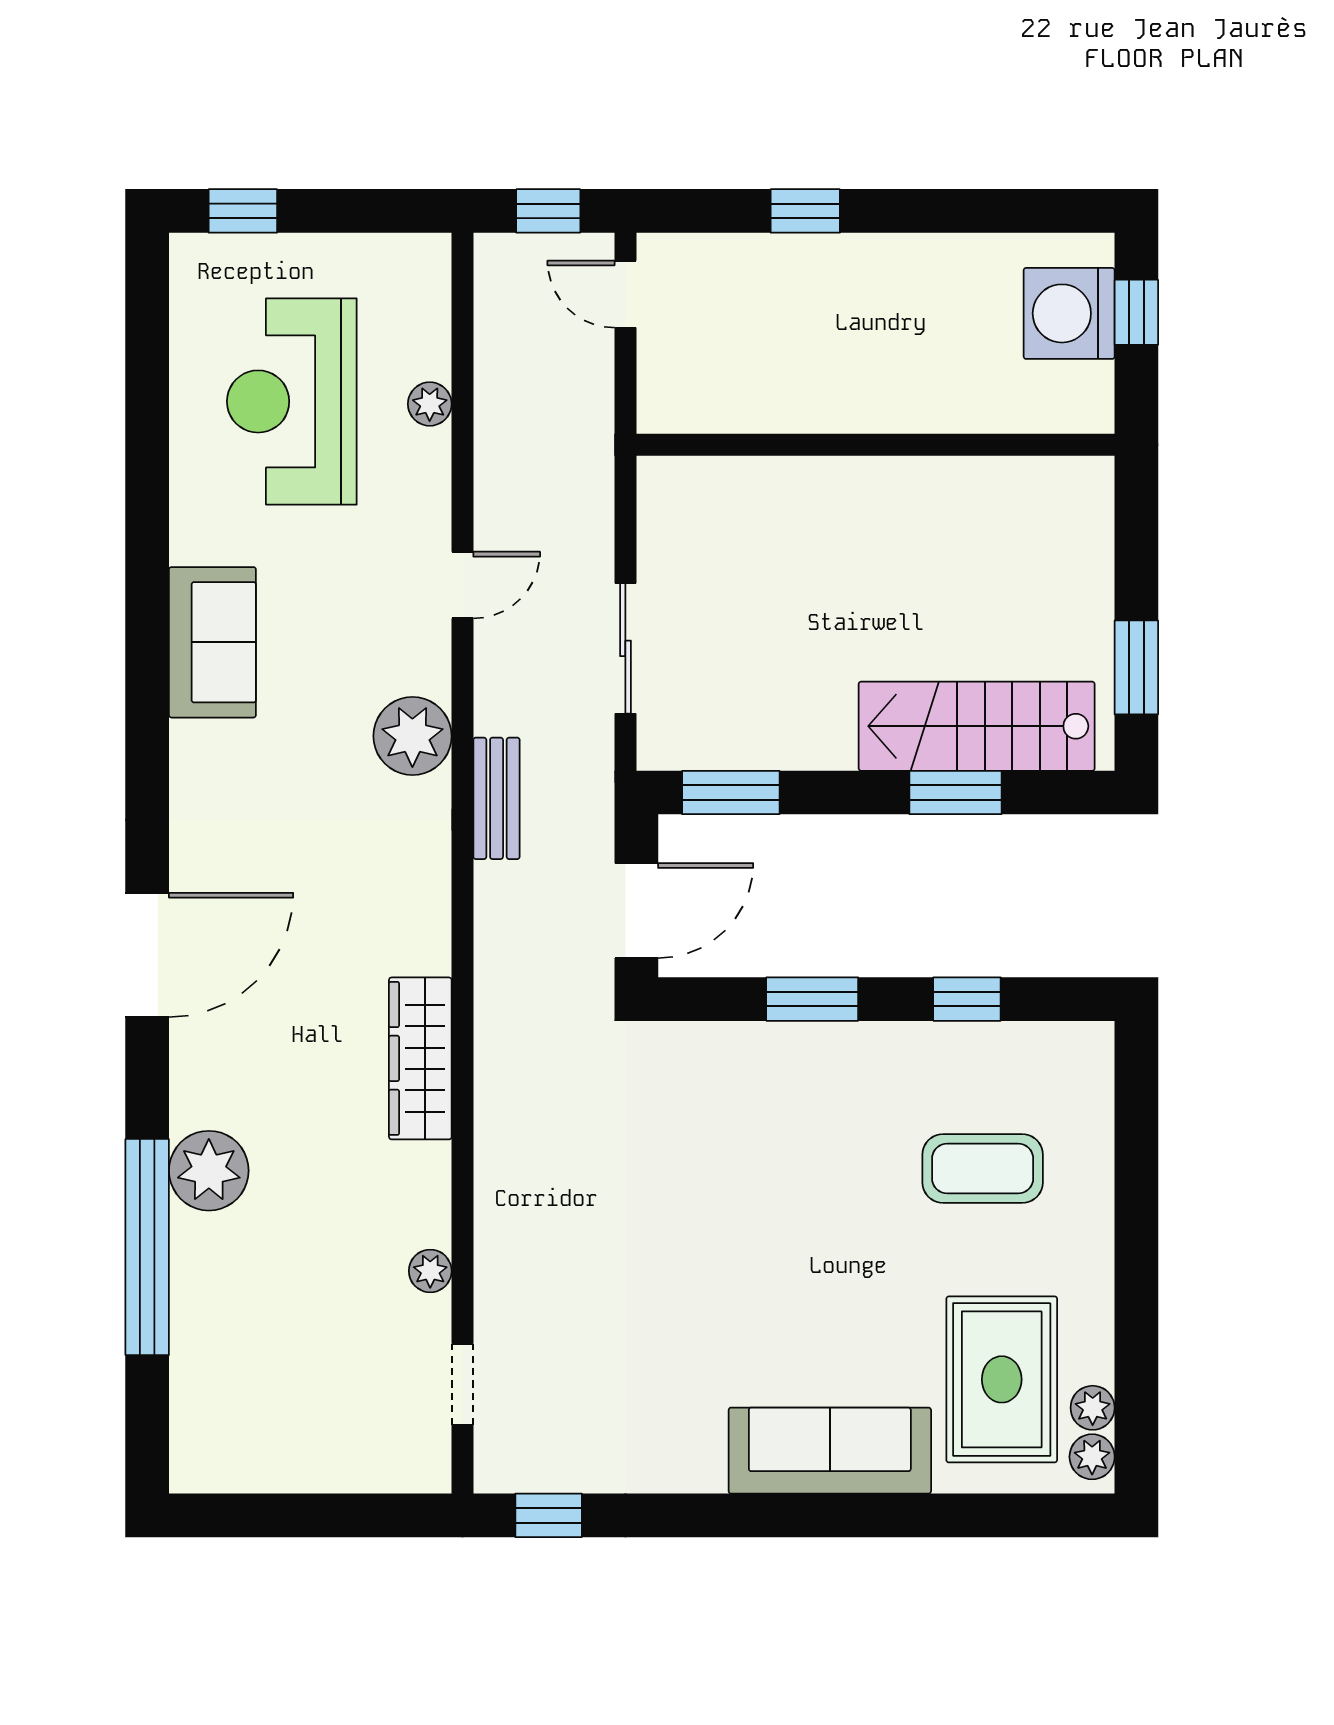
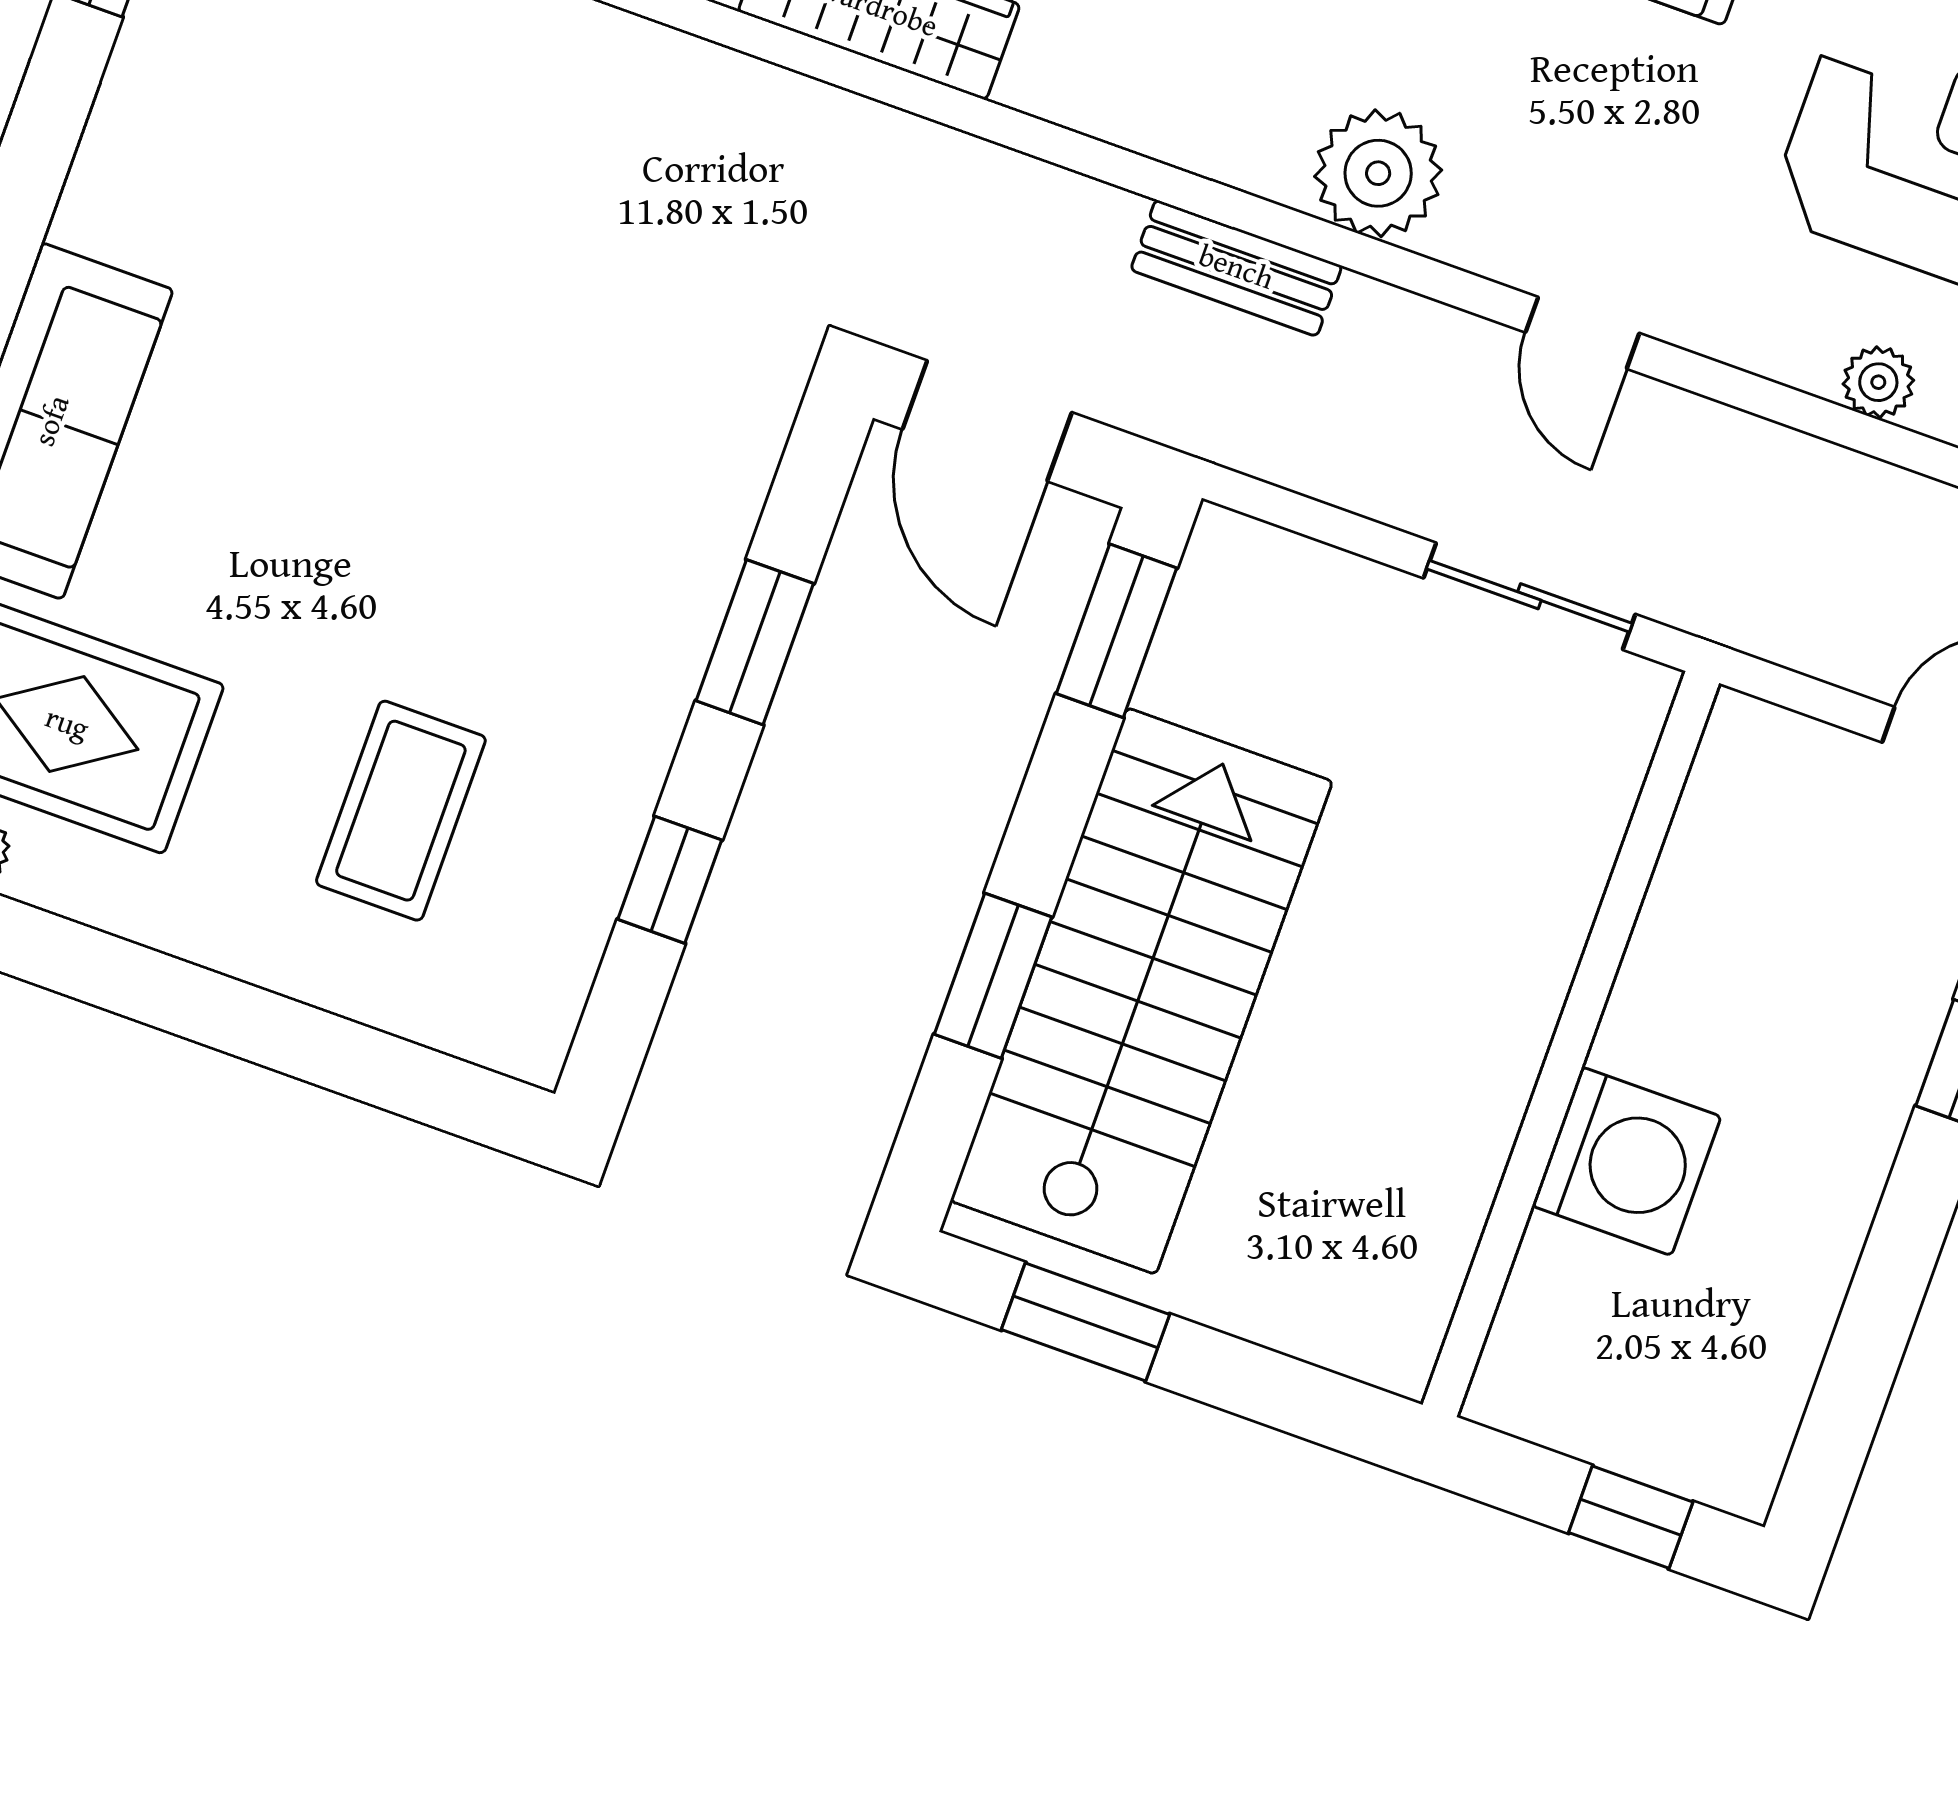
washing machine: (1069, 313) -> (1627, 1161), moved, turned 90
sliding door: (625, 648) -> (1529, 596), moved
stairs: (977, 726) -> (1141, 991), width x1.36, depth x1.51

